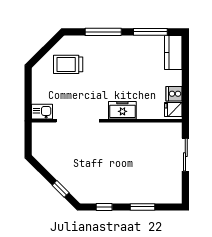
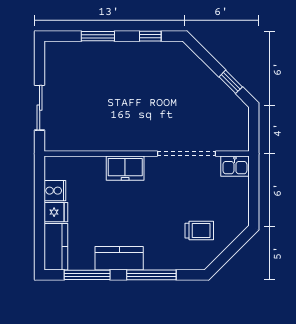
kitchen counter: (127, 44) -> (119, 258), added
trolley: (68, 64) -> (199, 231), width x0.73, depth x0.72
fridge: (173, 109) -> (56, 212), moved
window: (61, 189) -> (231, 82), moved

